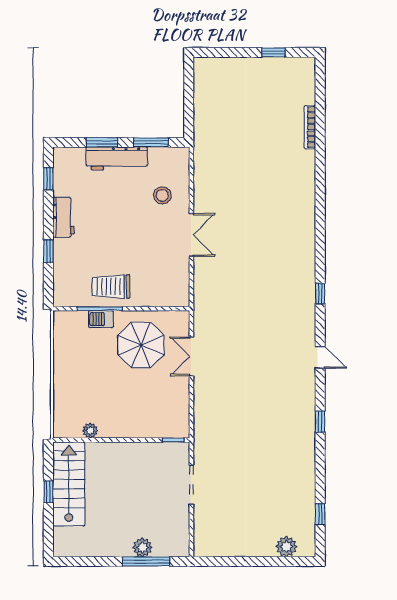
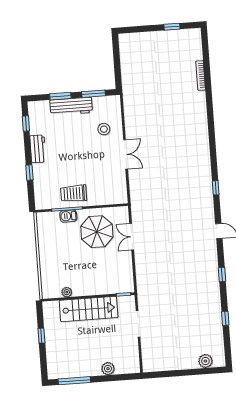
stairs: (69, 484) -> (89, 309), moved, turned 90
window: (320, 514) -> (225, 318), moved
window: (146, 561) -> (74, 381), moved

